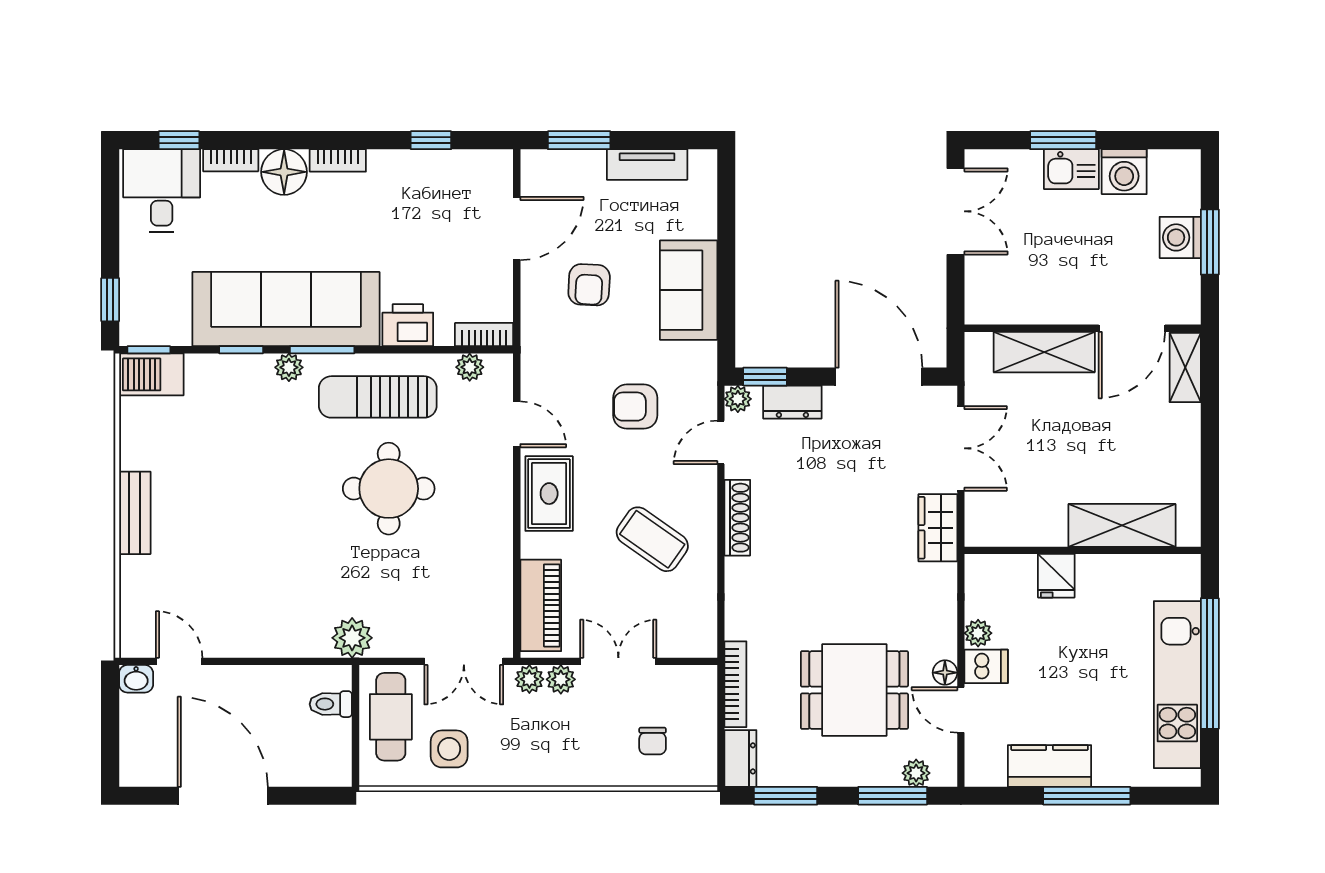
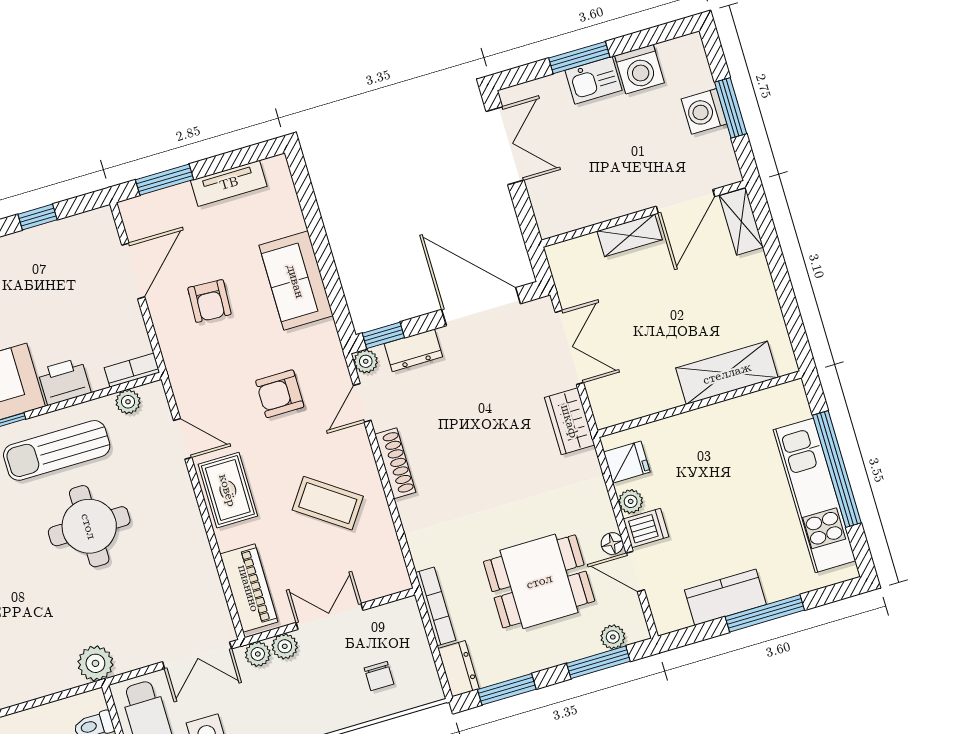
shelving: (1044, 352) -> (630, 235), width x0.67, depth x0.75
fridge: (1056, 576) -> (627, 462), moved, turned -90

